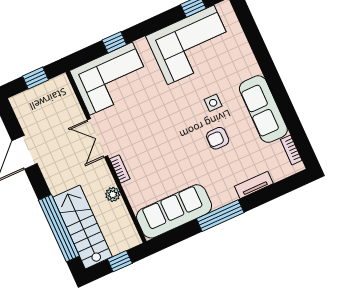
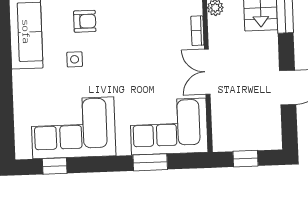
window: (114, 42) -> (150, 162), width x1.50
double door: (97, 138) -> (207, 72), swing flipped

